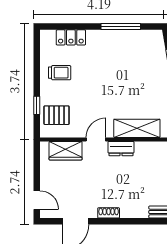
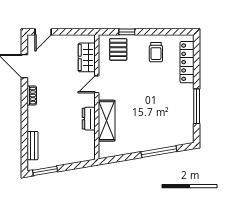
locker: (71, 37) -> (187, 62), width x1.53
door: (96, 139) -> (97, 84), swing flipped
dresser: (121, 149) -> (89, 119), moved

